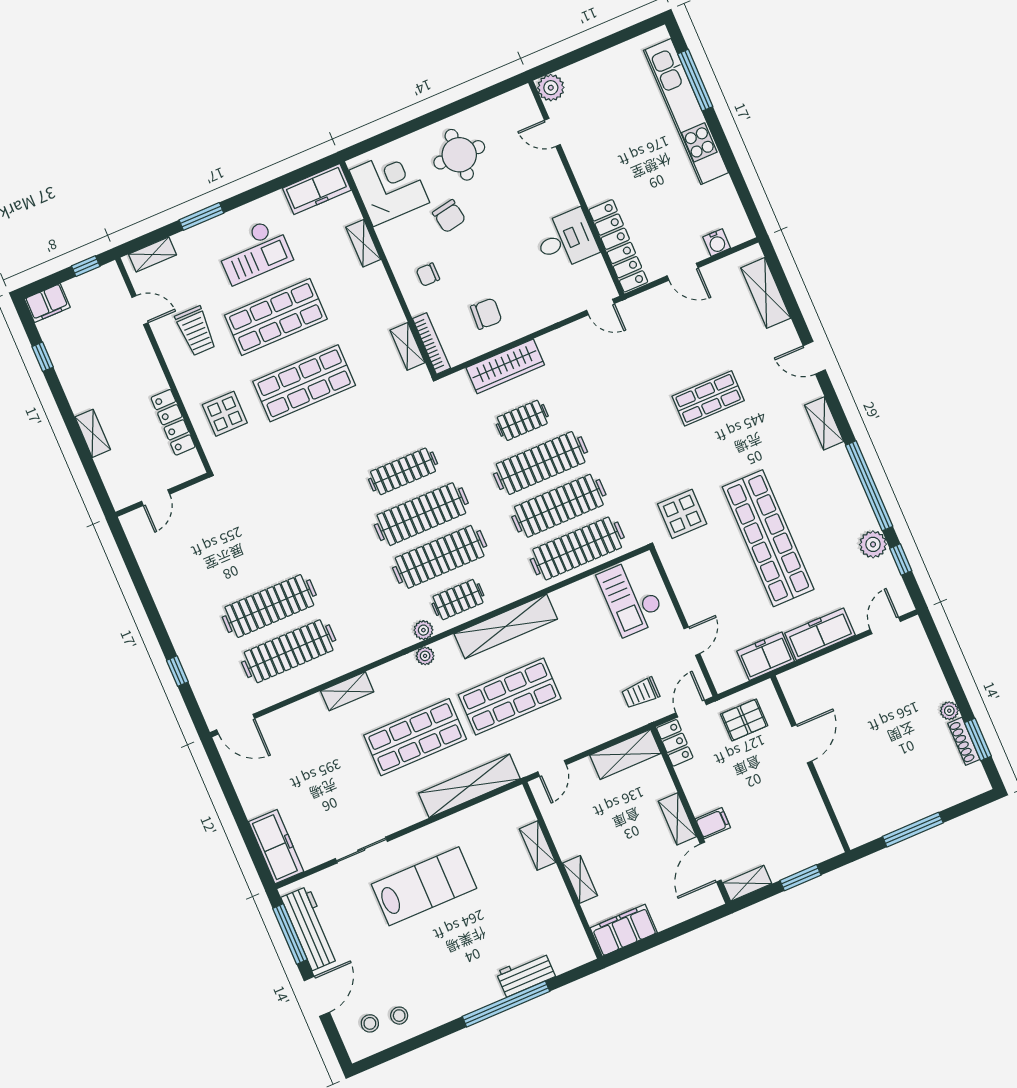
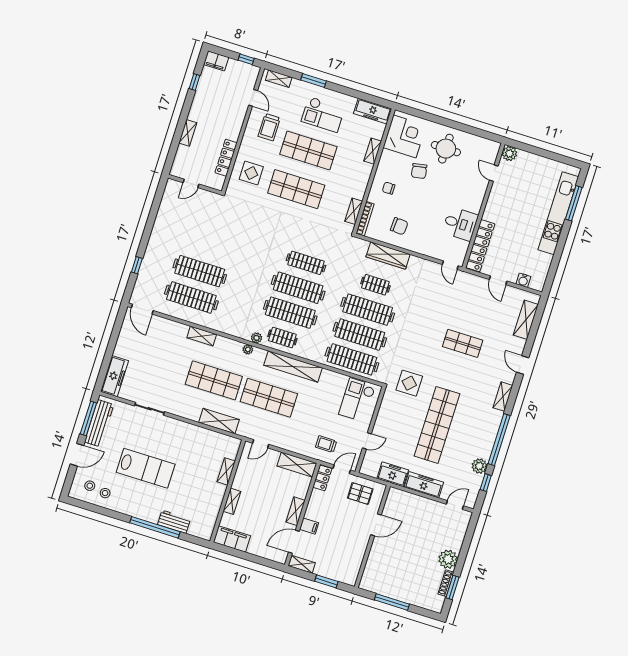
plant: (949, 711) -> (448, 559), width x1.87, depth x1.87
shelving: (469, 786) -> (219, 421), width x0.68
lab bench: (424, 886) -> (146, 468), moved

